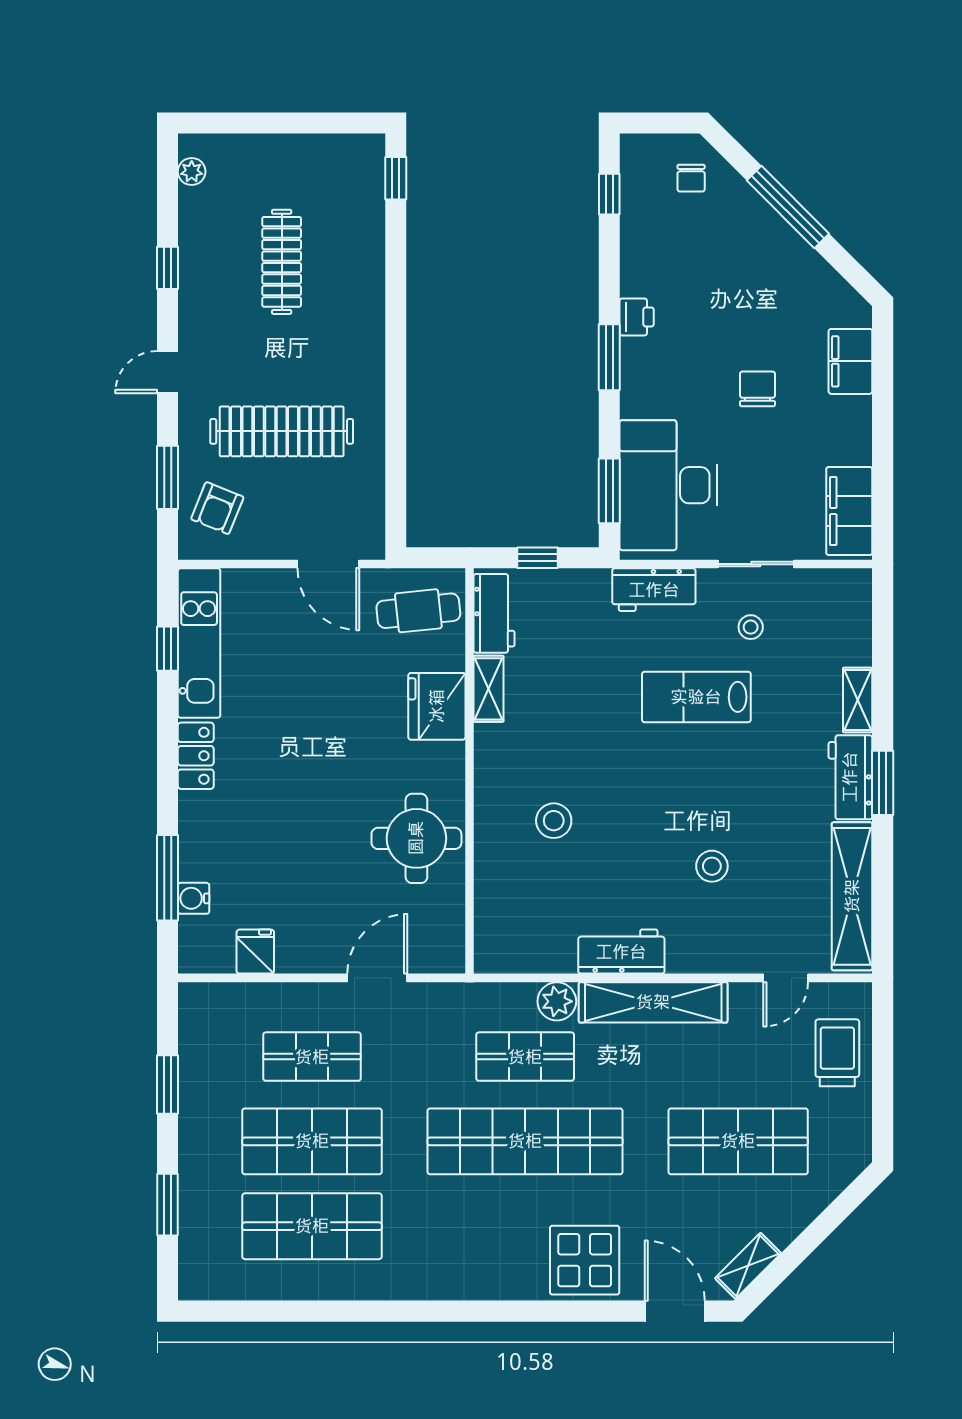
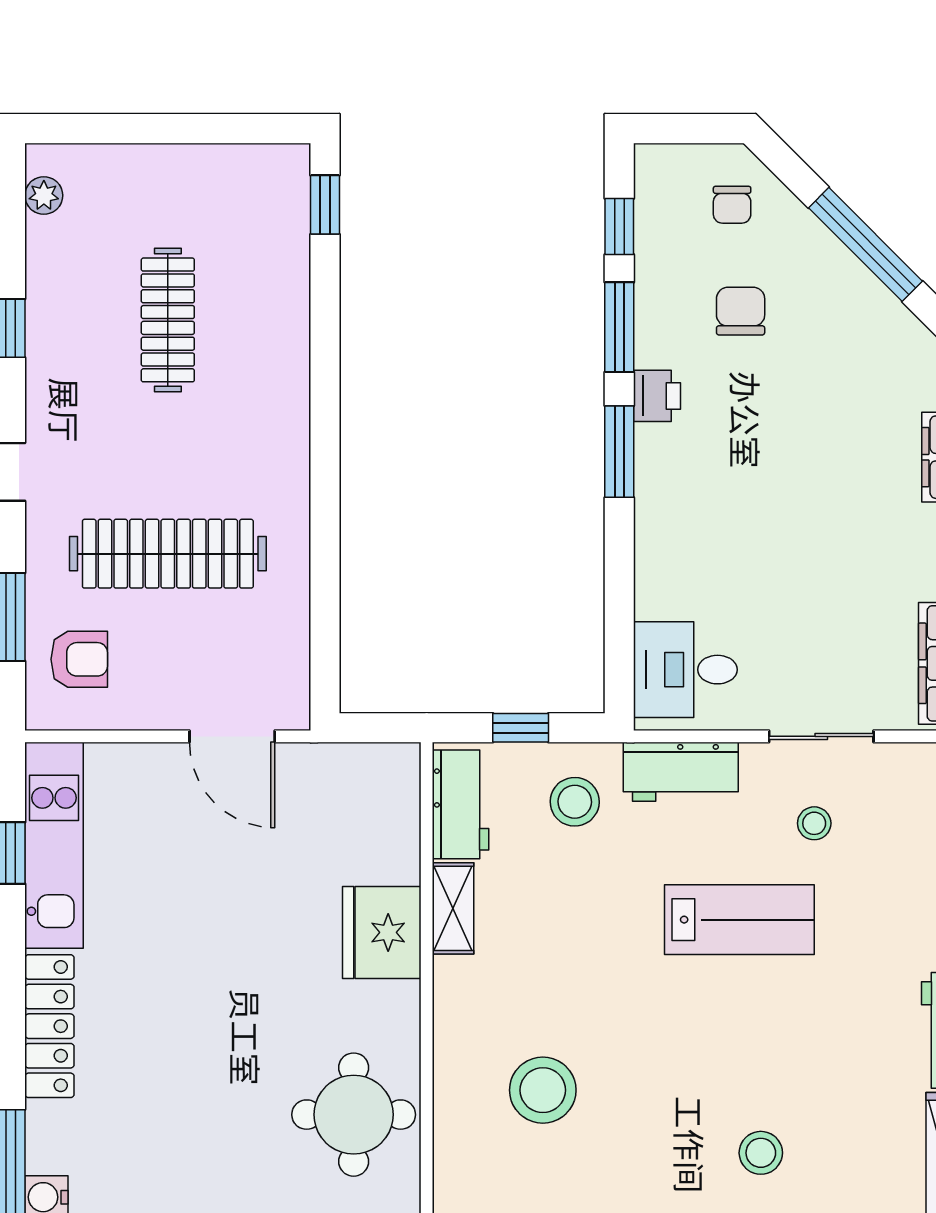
chair: (757, 389) -> (741, 311), moved
desk: (668, 485) -> (685, 670), width x0.53, depth x0.77
window: (609, 491) -> (619, 327), moved
armchair: (217, 508) -> (79, 659), turned -112
cafe table: (418, 611) -> (356, 801), removed
stool: (577, 611) -> (575, 802), added
lab bench: (696, 697) -> (739, 920), turned 180
locker: (196, 756) -> (49, 1026), width x1.53
stool: (554, 821) -> (543, 1090), width x1.38, depth x1.38

